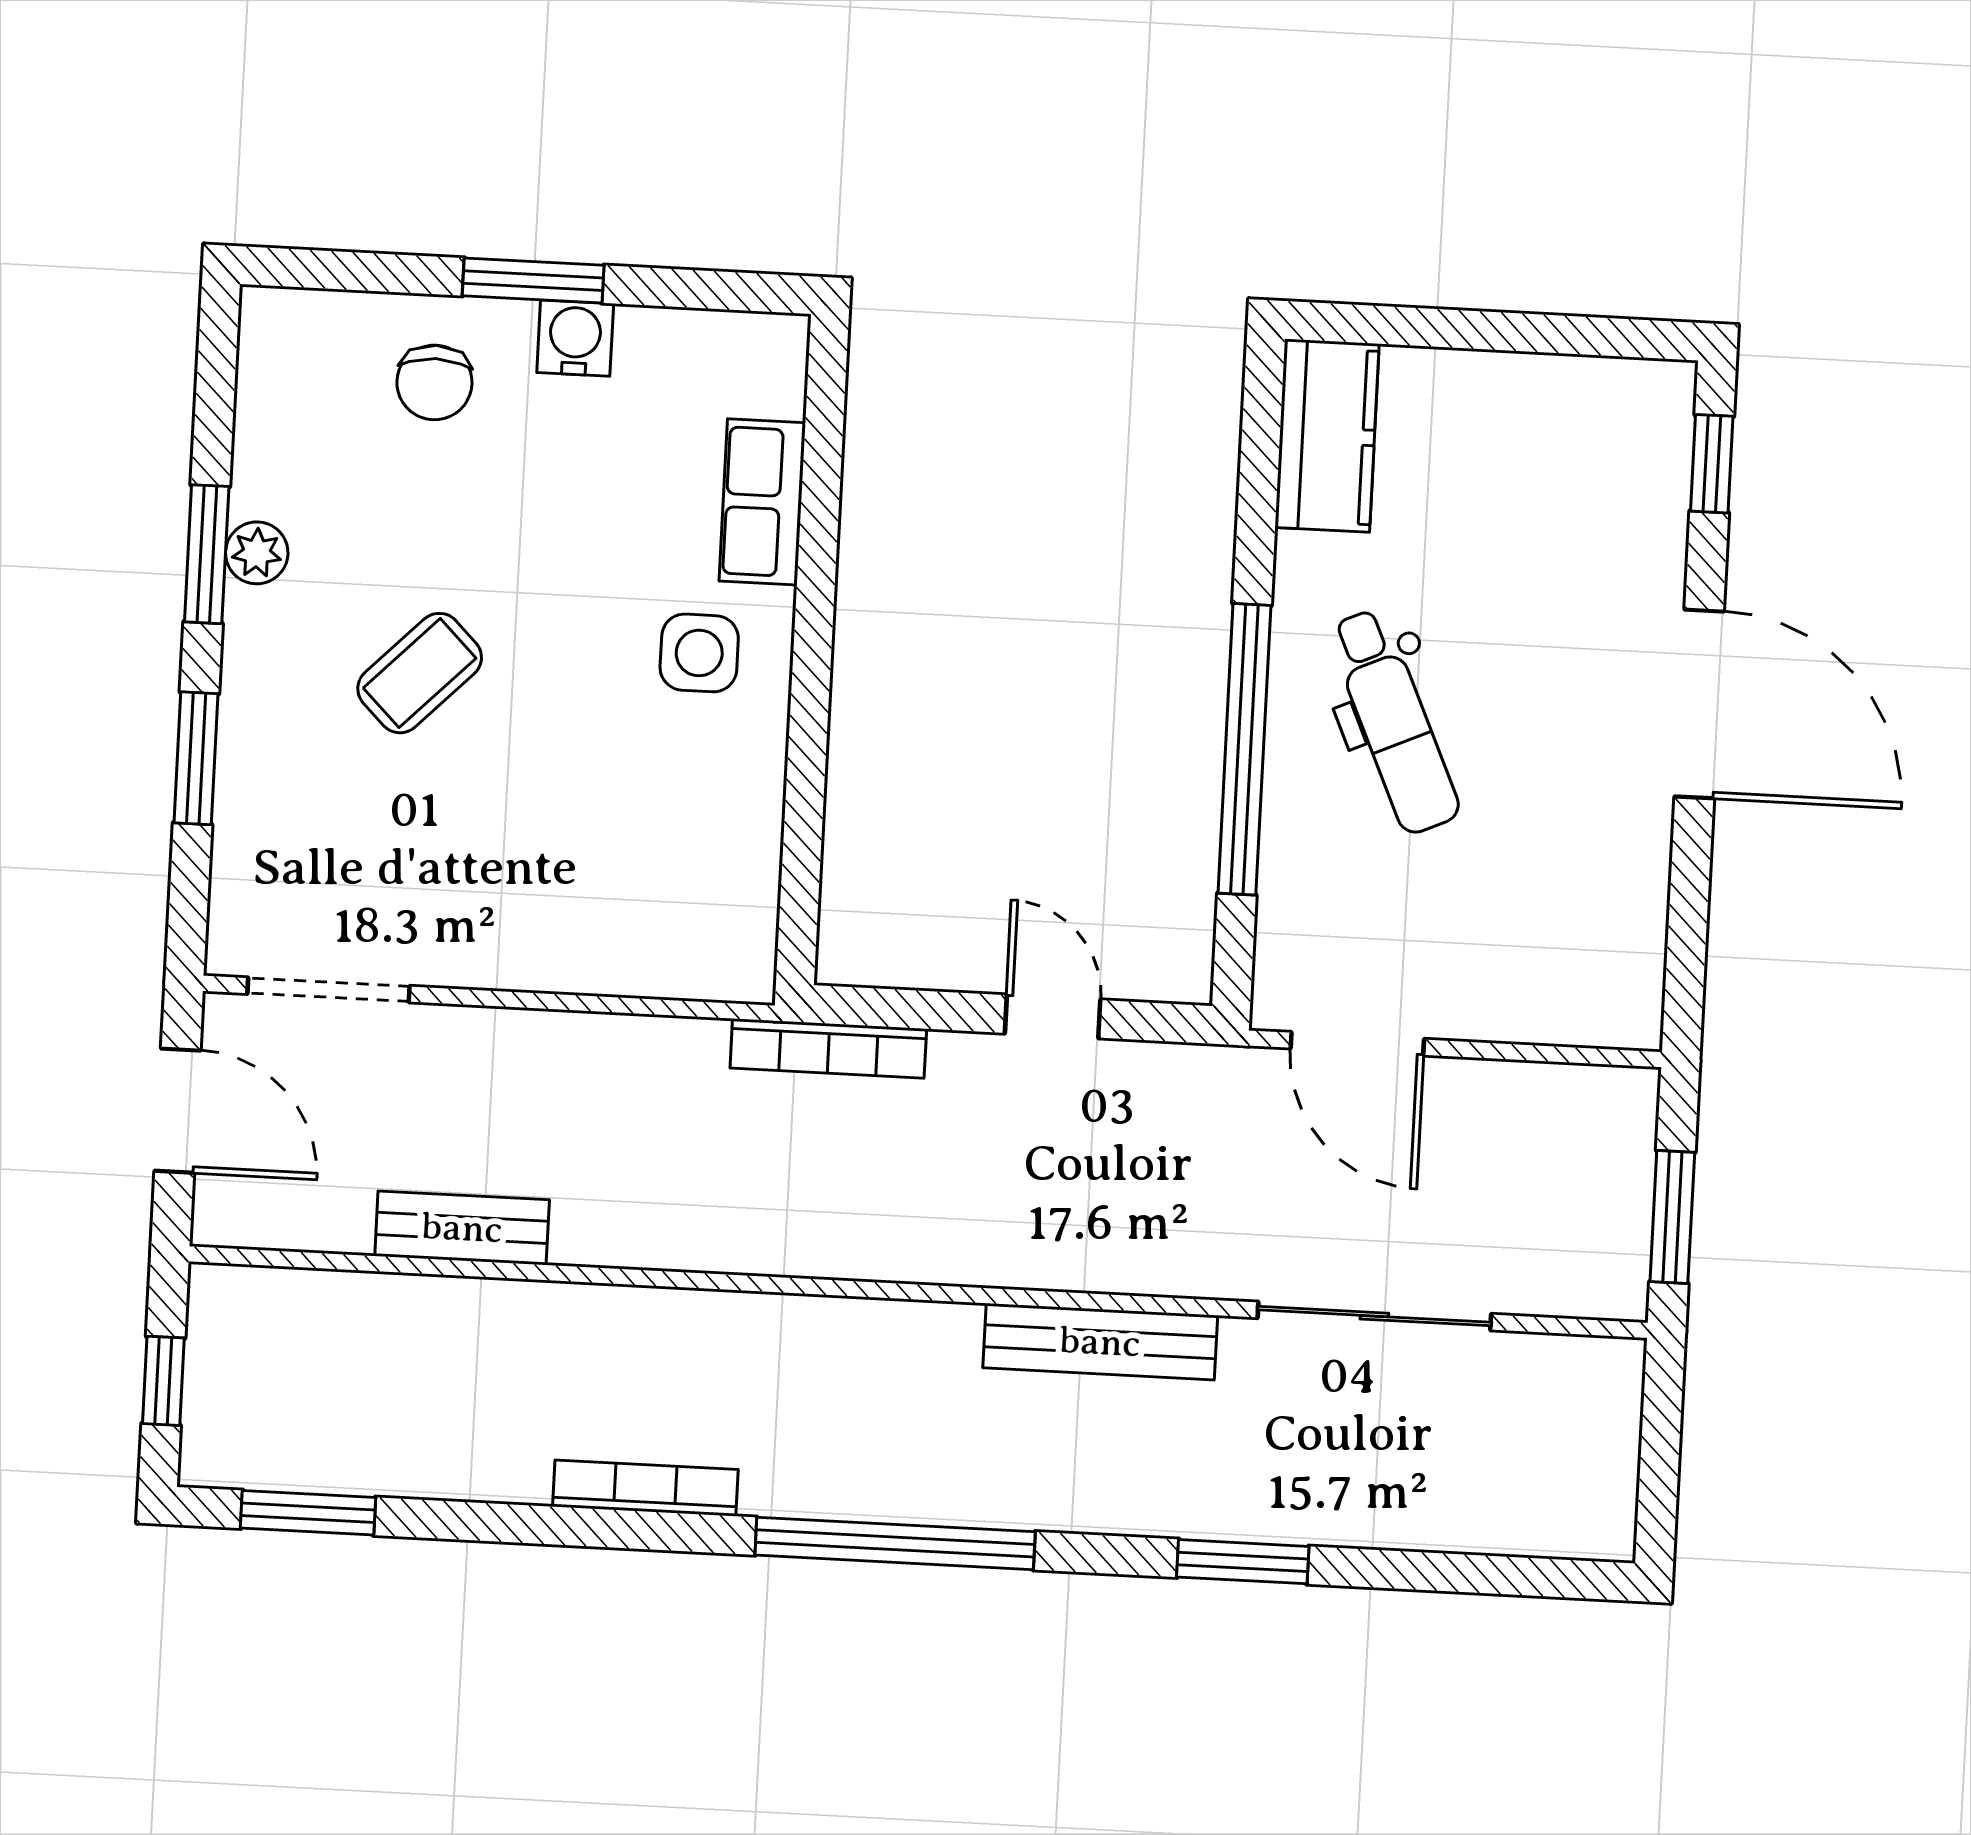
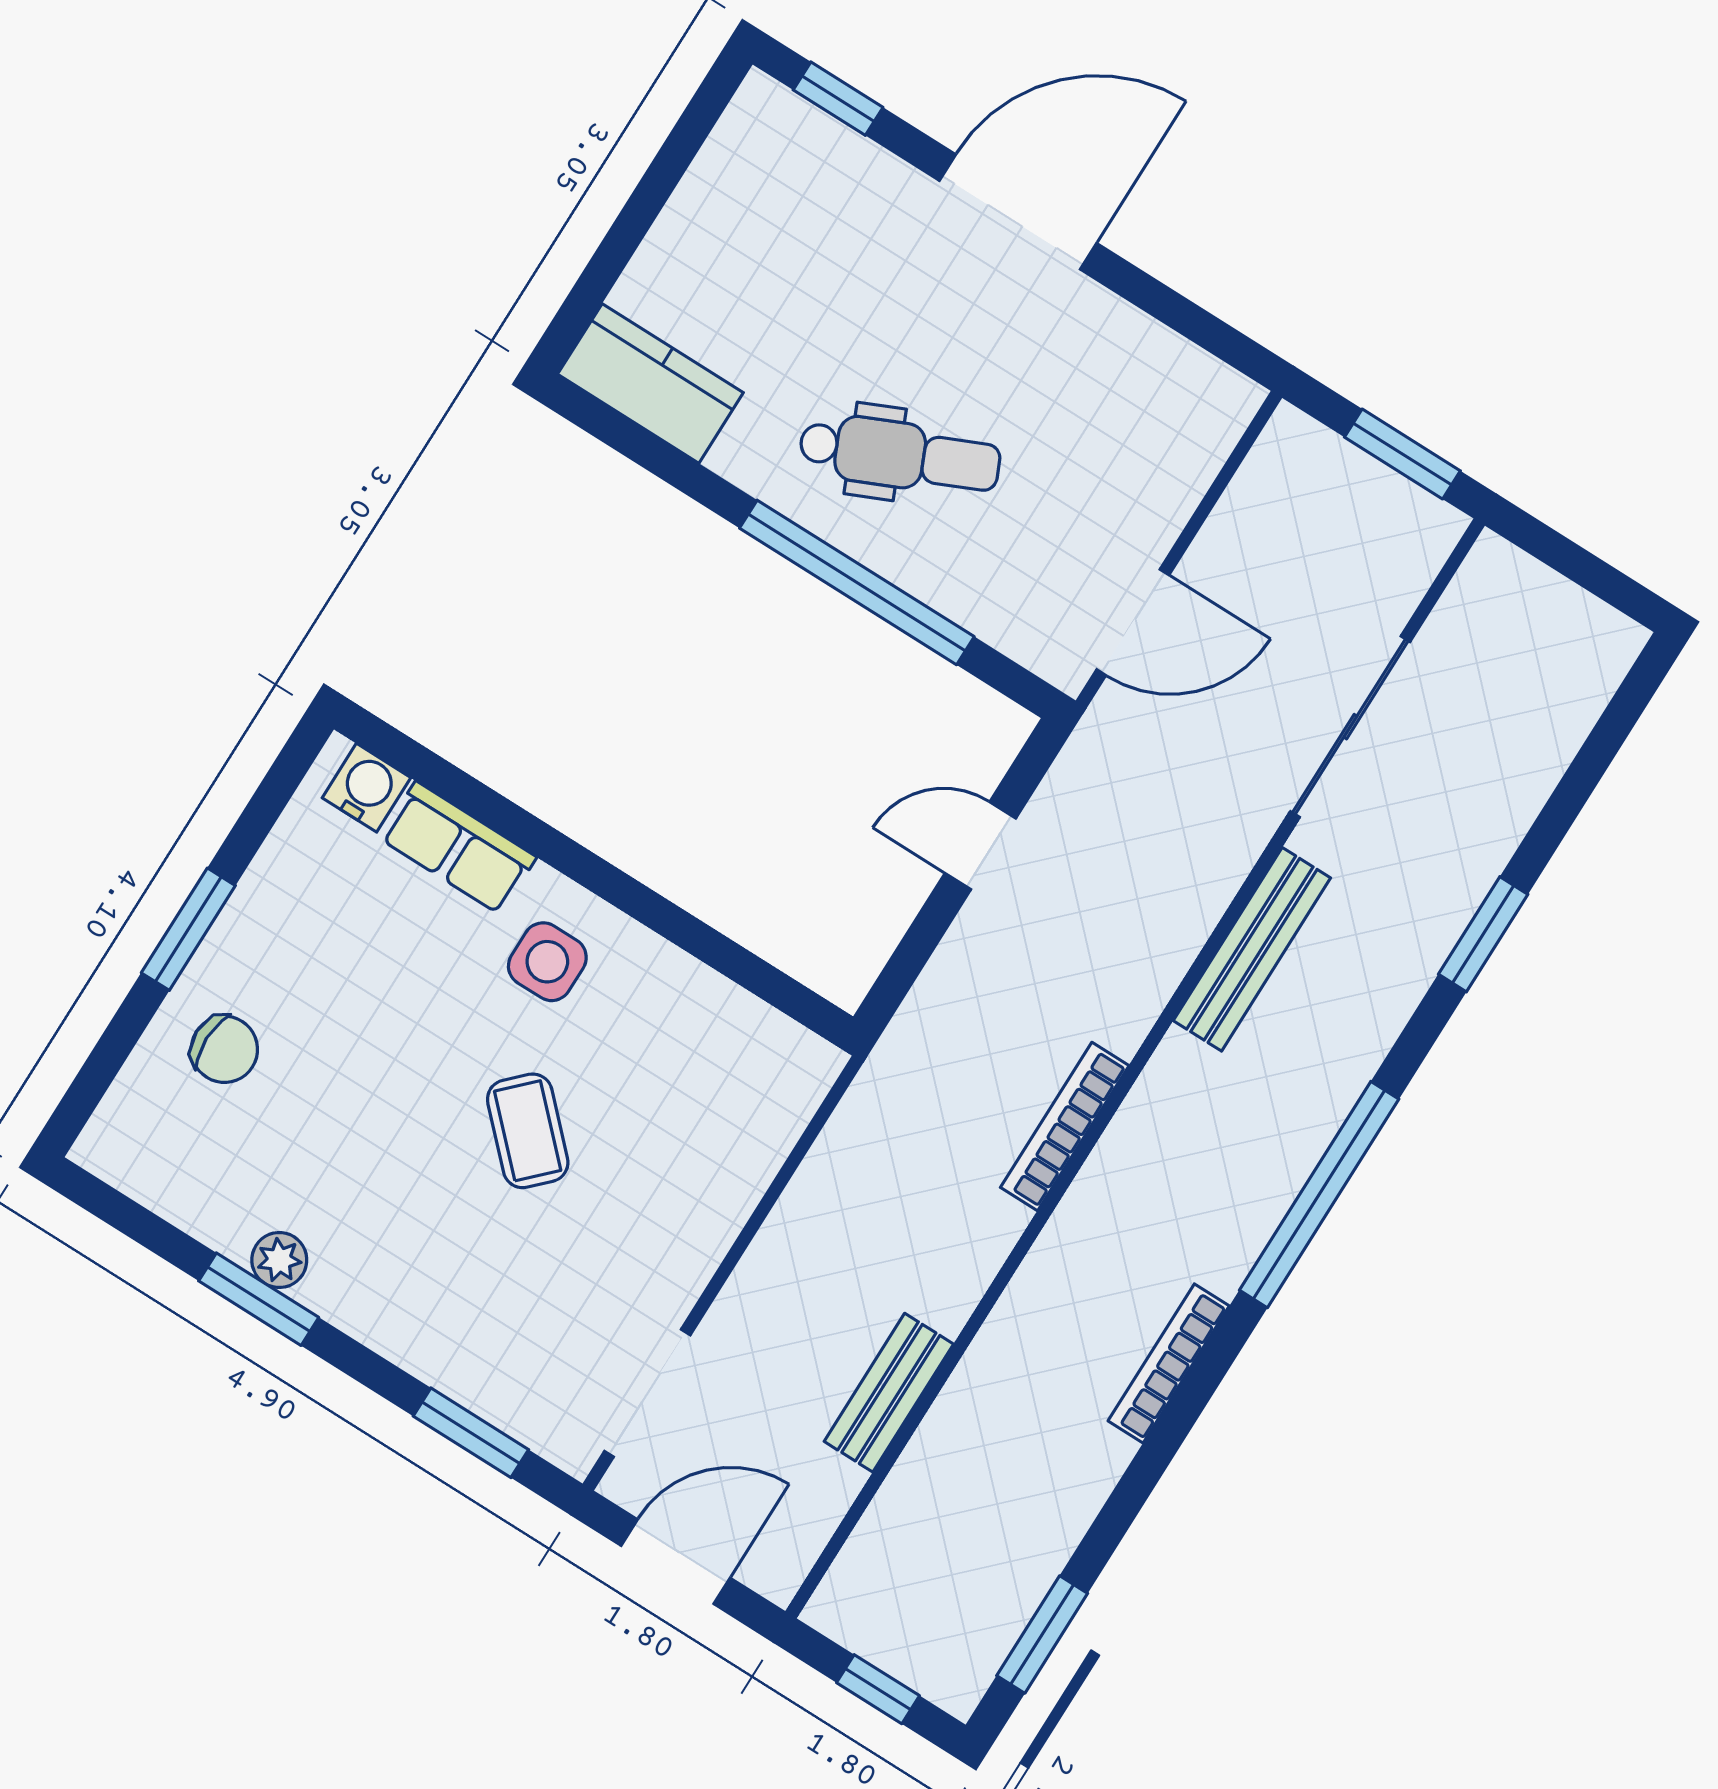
water cooler: (575, 338) -> (367, 788), moved, turned 90
coffee table: (420, 673) -> (528, 1131), moved
window: (196, 758) -> (471, 1433), moved
bookcase: (828, 1048) -> (1065, 1127), moved, turned 180

